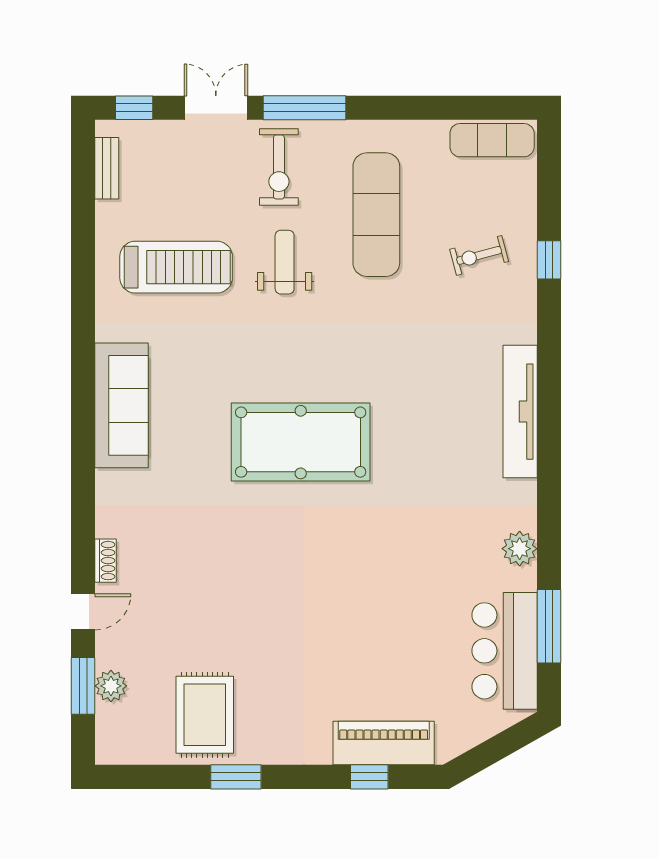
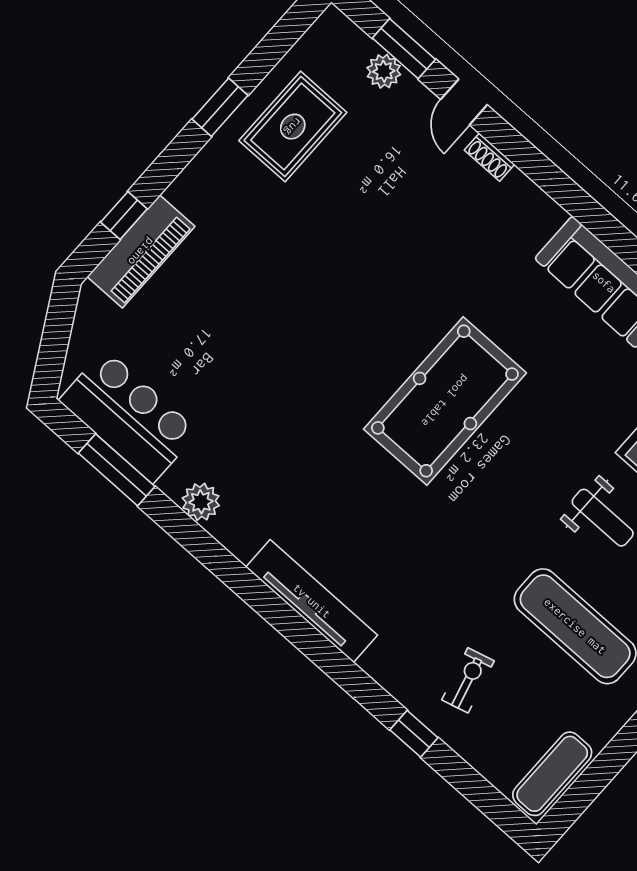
rug: (205, 715) -> (293, 127), turned 90

